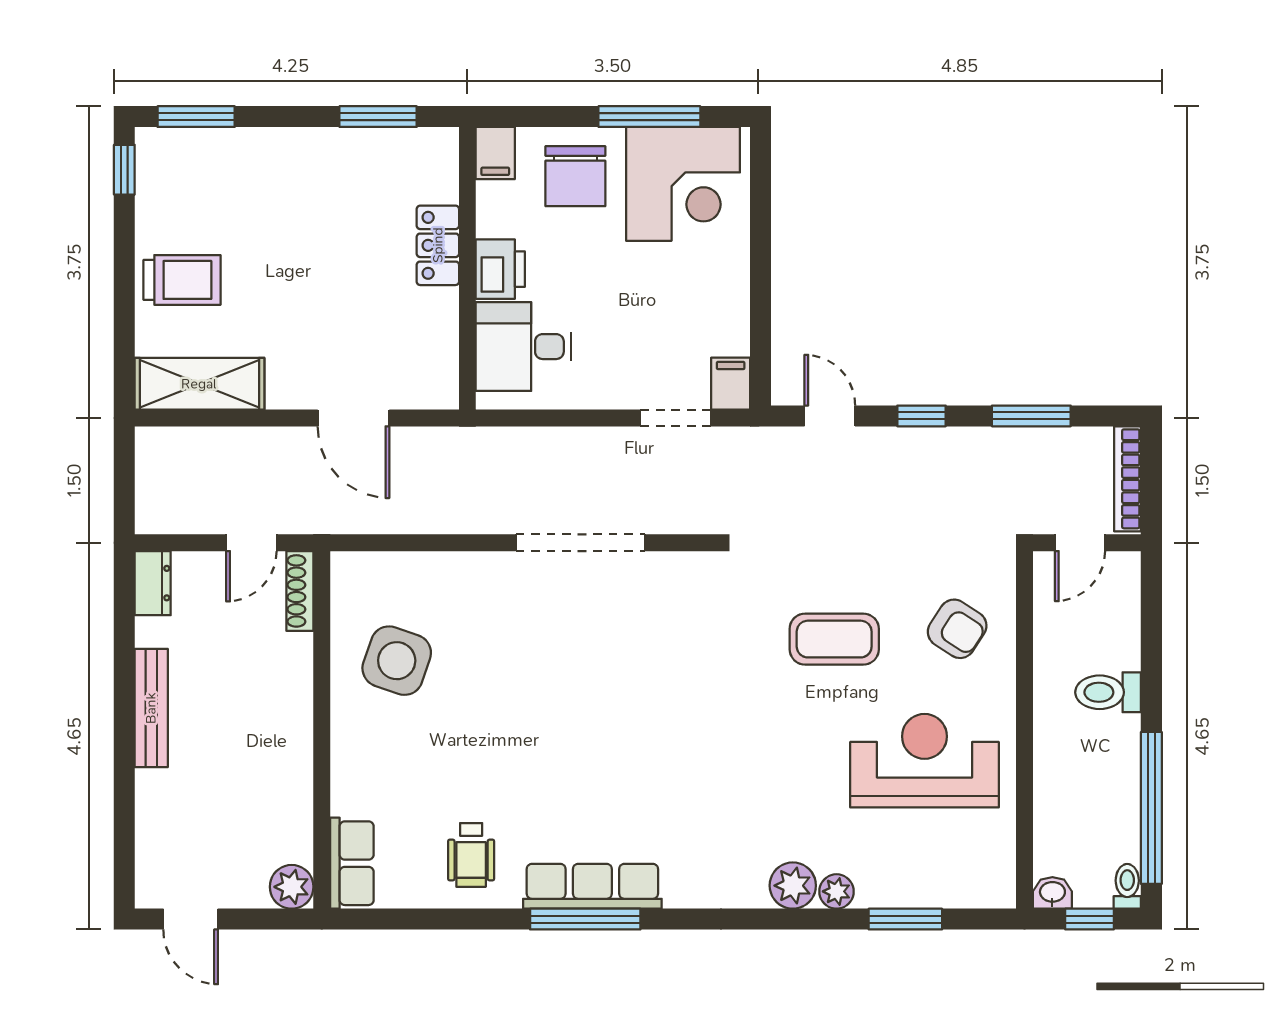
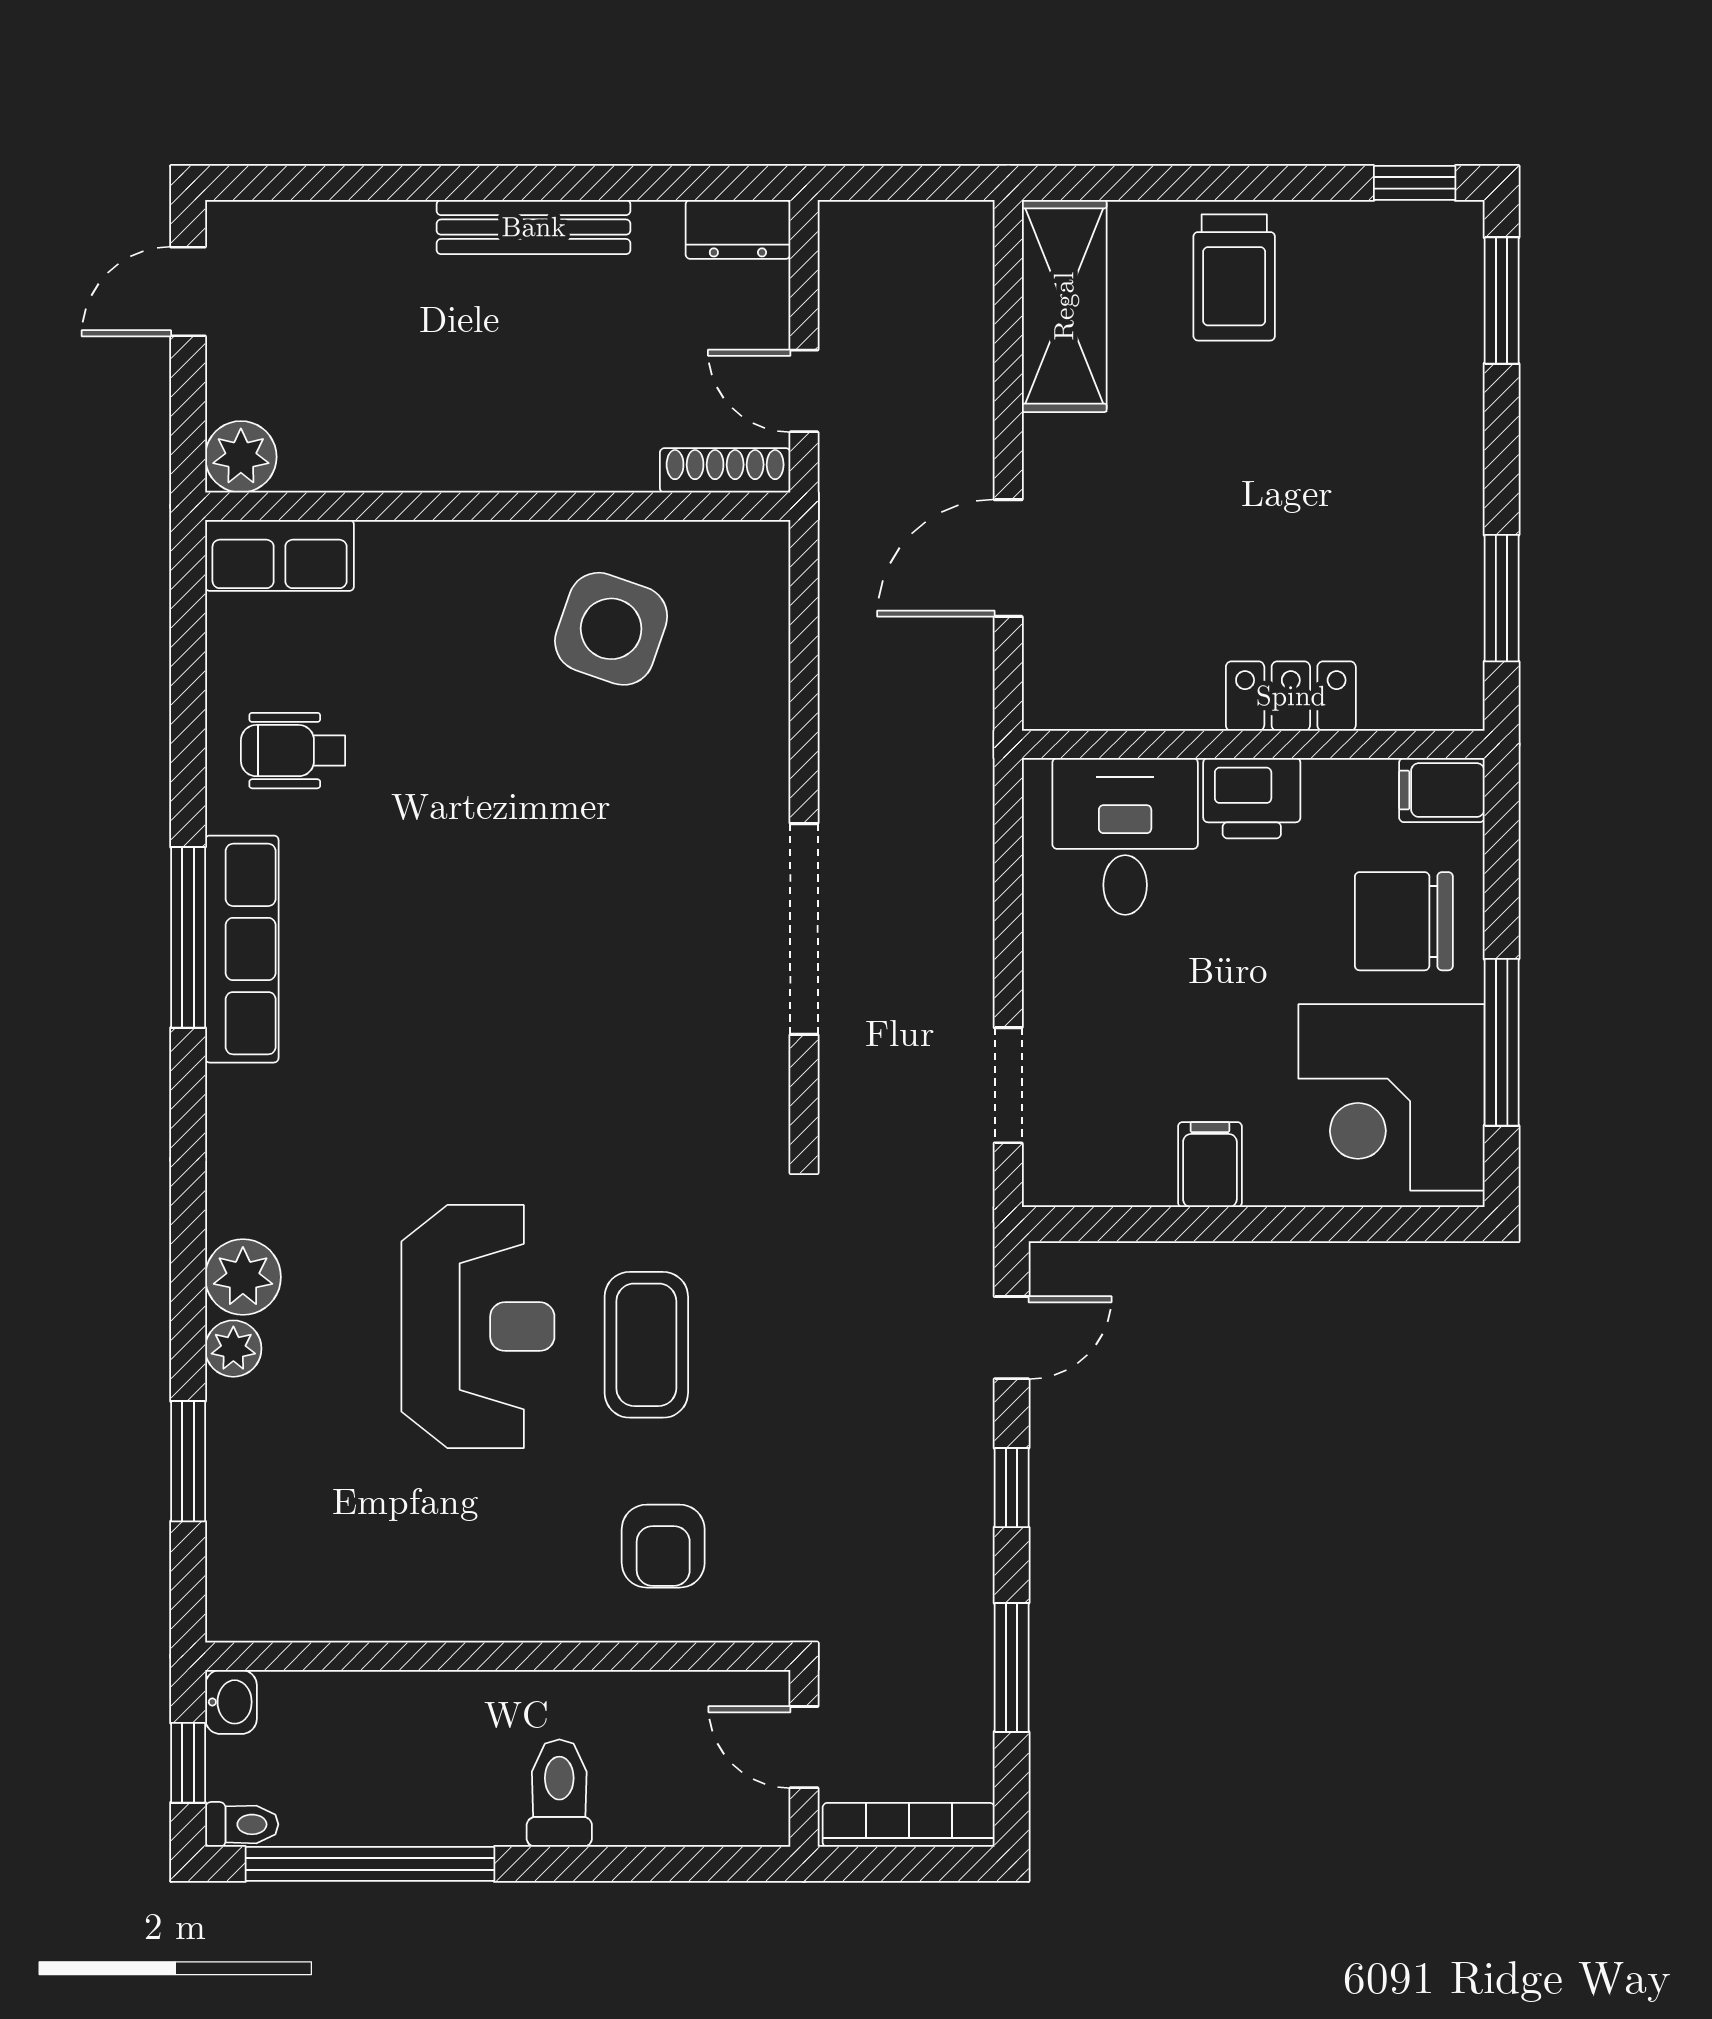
filing cabinet: (731, 384) -> (1210, 1165), moved, turned -90
armchair: (957, 629) -> (663, 1546), turned -33
reception desk: (924, 761) -> (478, 1327), moved

